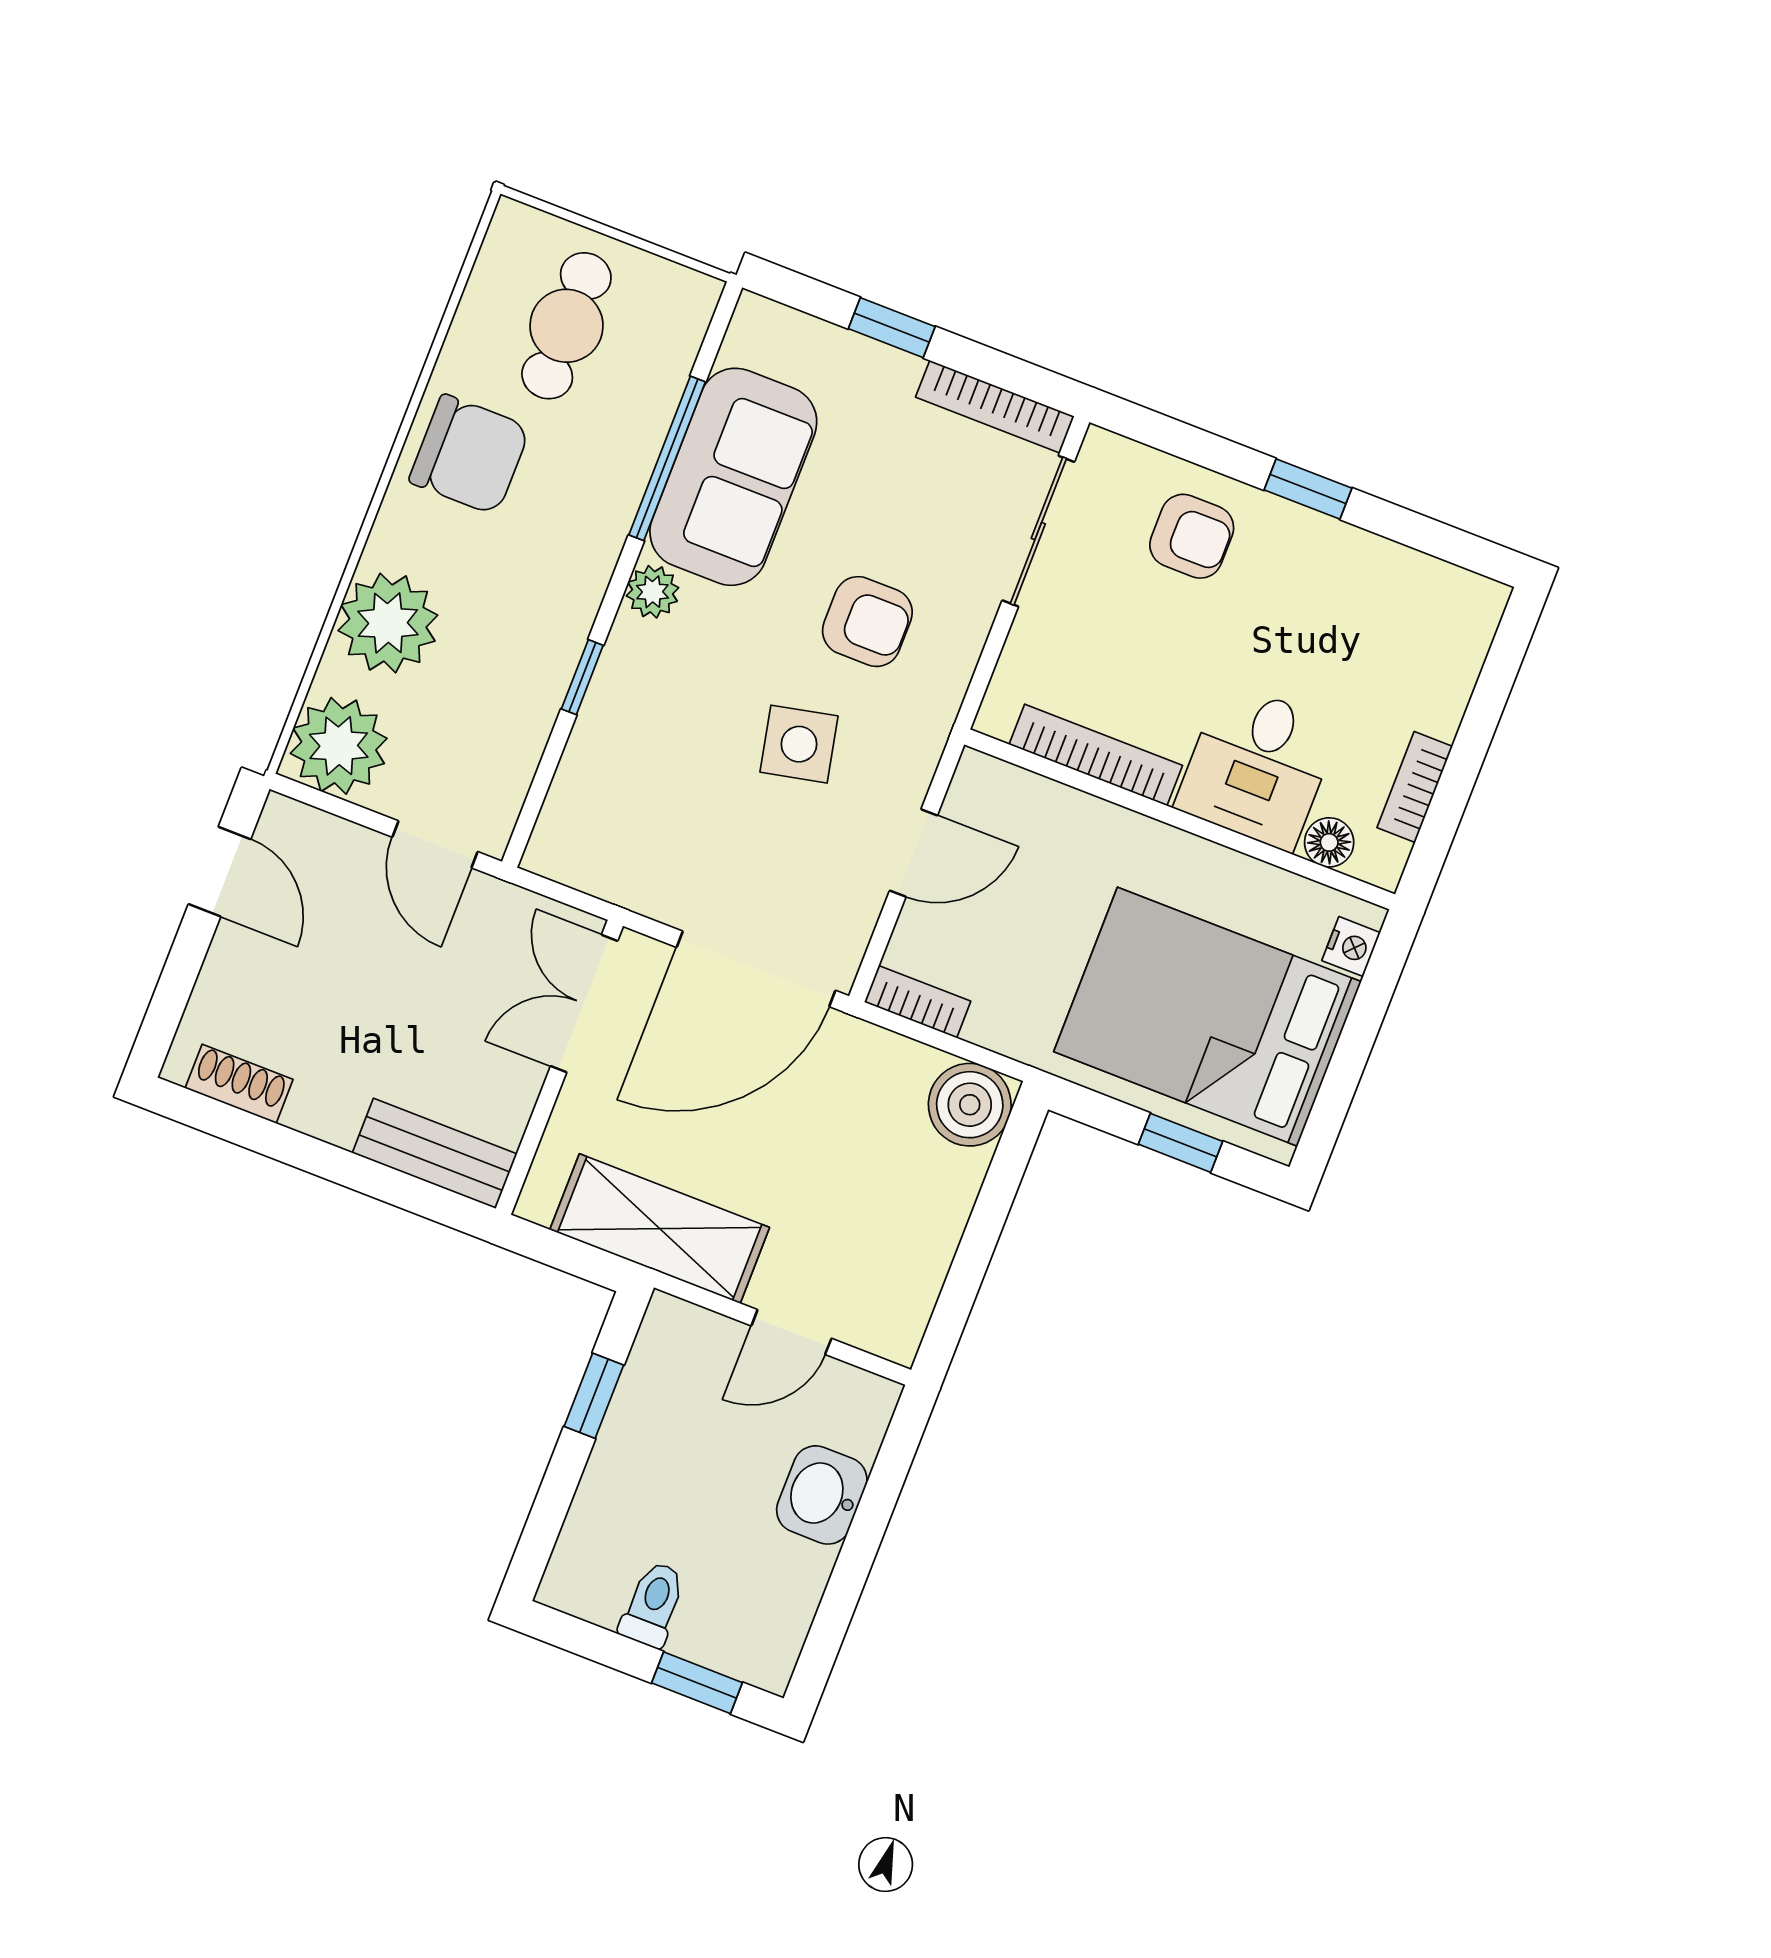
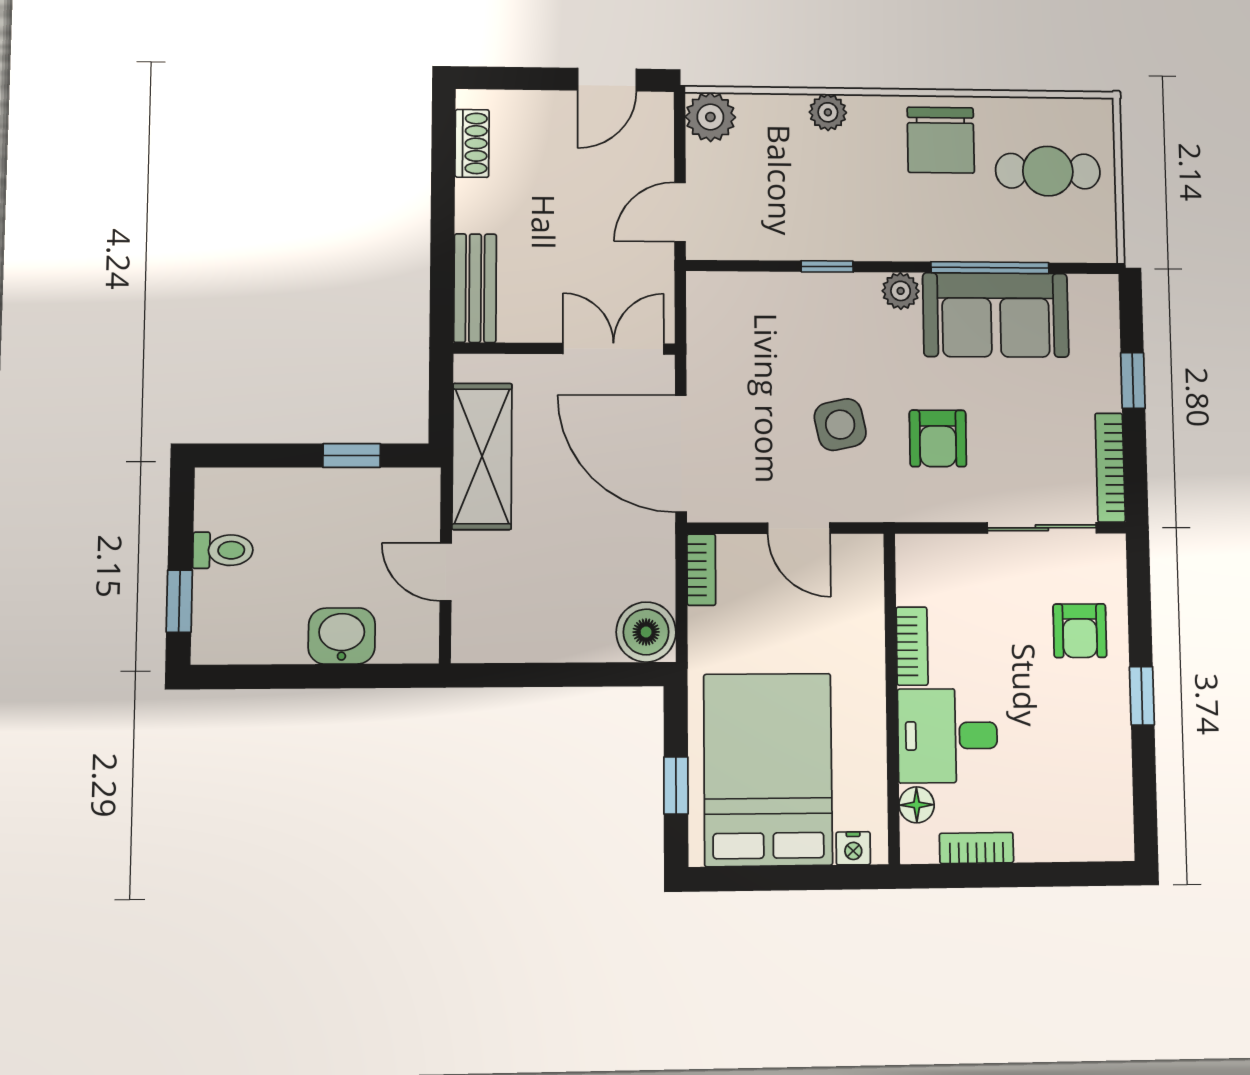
plant: (388, 623) -> (828, 112), width x0.53, depth x0.53
plant: (339, 746) -> (710, 117), width x0.73, depth x0.73
bookcase: (1096, 755) -> (912, 646), width x0.64

